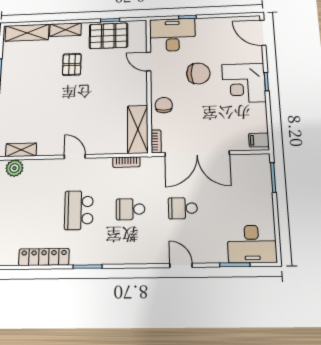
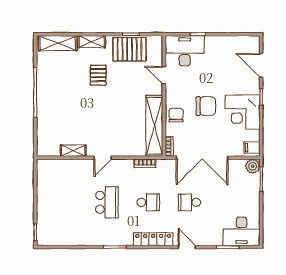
door: (263, 33) -> (261, 65), moved
chair: (198, 73) -> (206, 106), moved
corner desk: (244, 83) -> (243, 112), moved
shelving: (138, 129) -> (154, 126), width x1.47
shelving: (21, 150) -> (73, 151), moved
door: (75, 157) -> (103, 158), swing flipped
plant: (14, 168) -> (253, 166), moved
school desk: (130, 209) -> (148, 202), turned 180
school desk: (79, 210) -> (107, 202), turned 180
locker: (44, 257) -> (153, 239), moved

